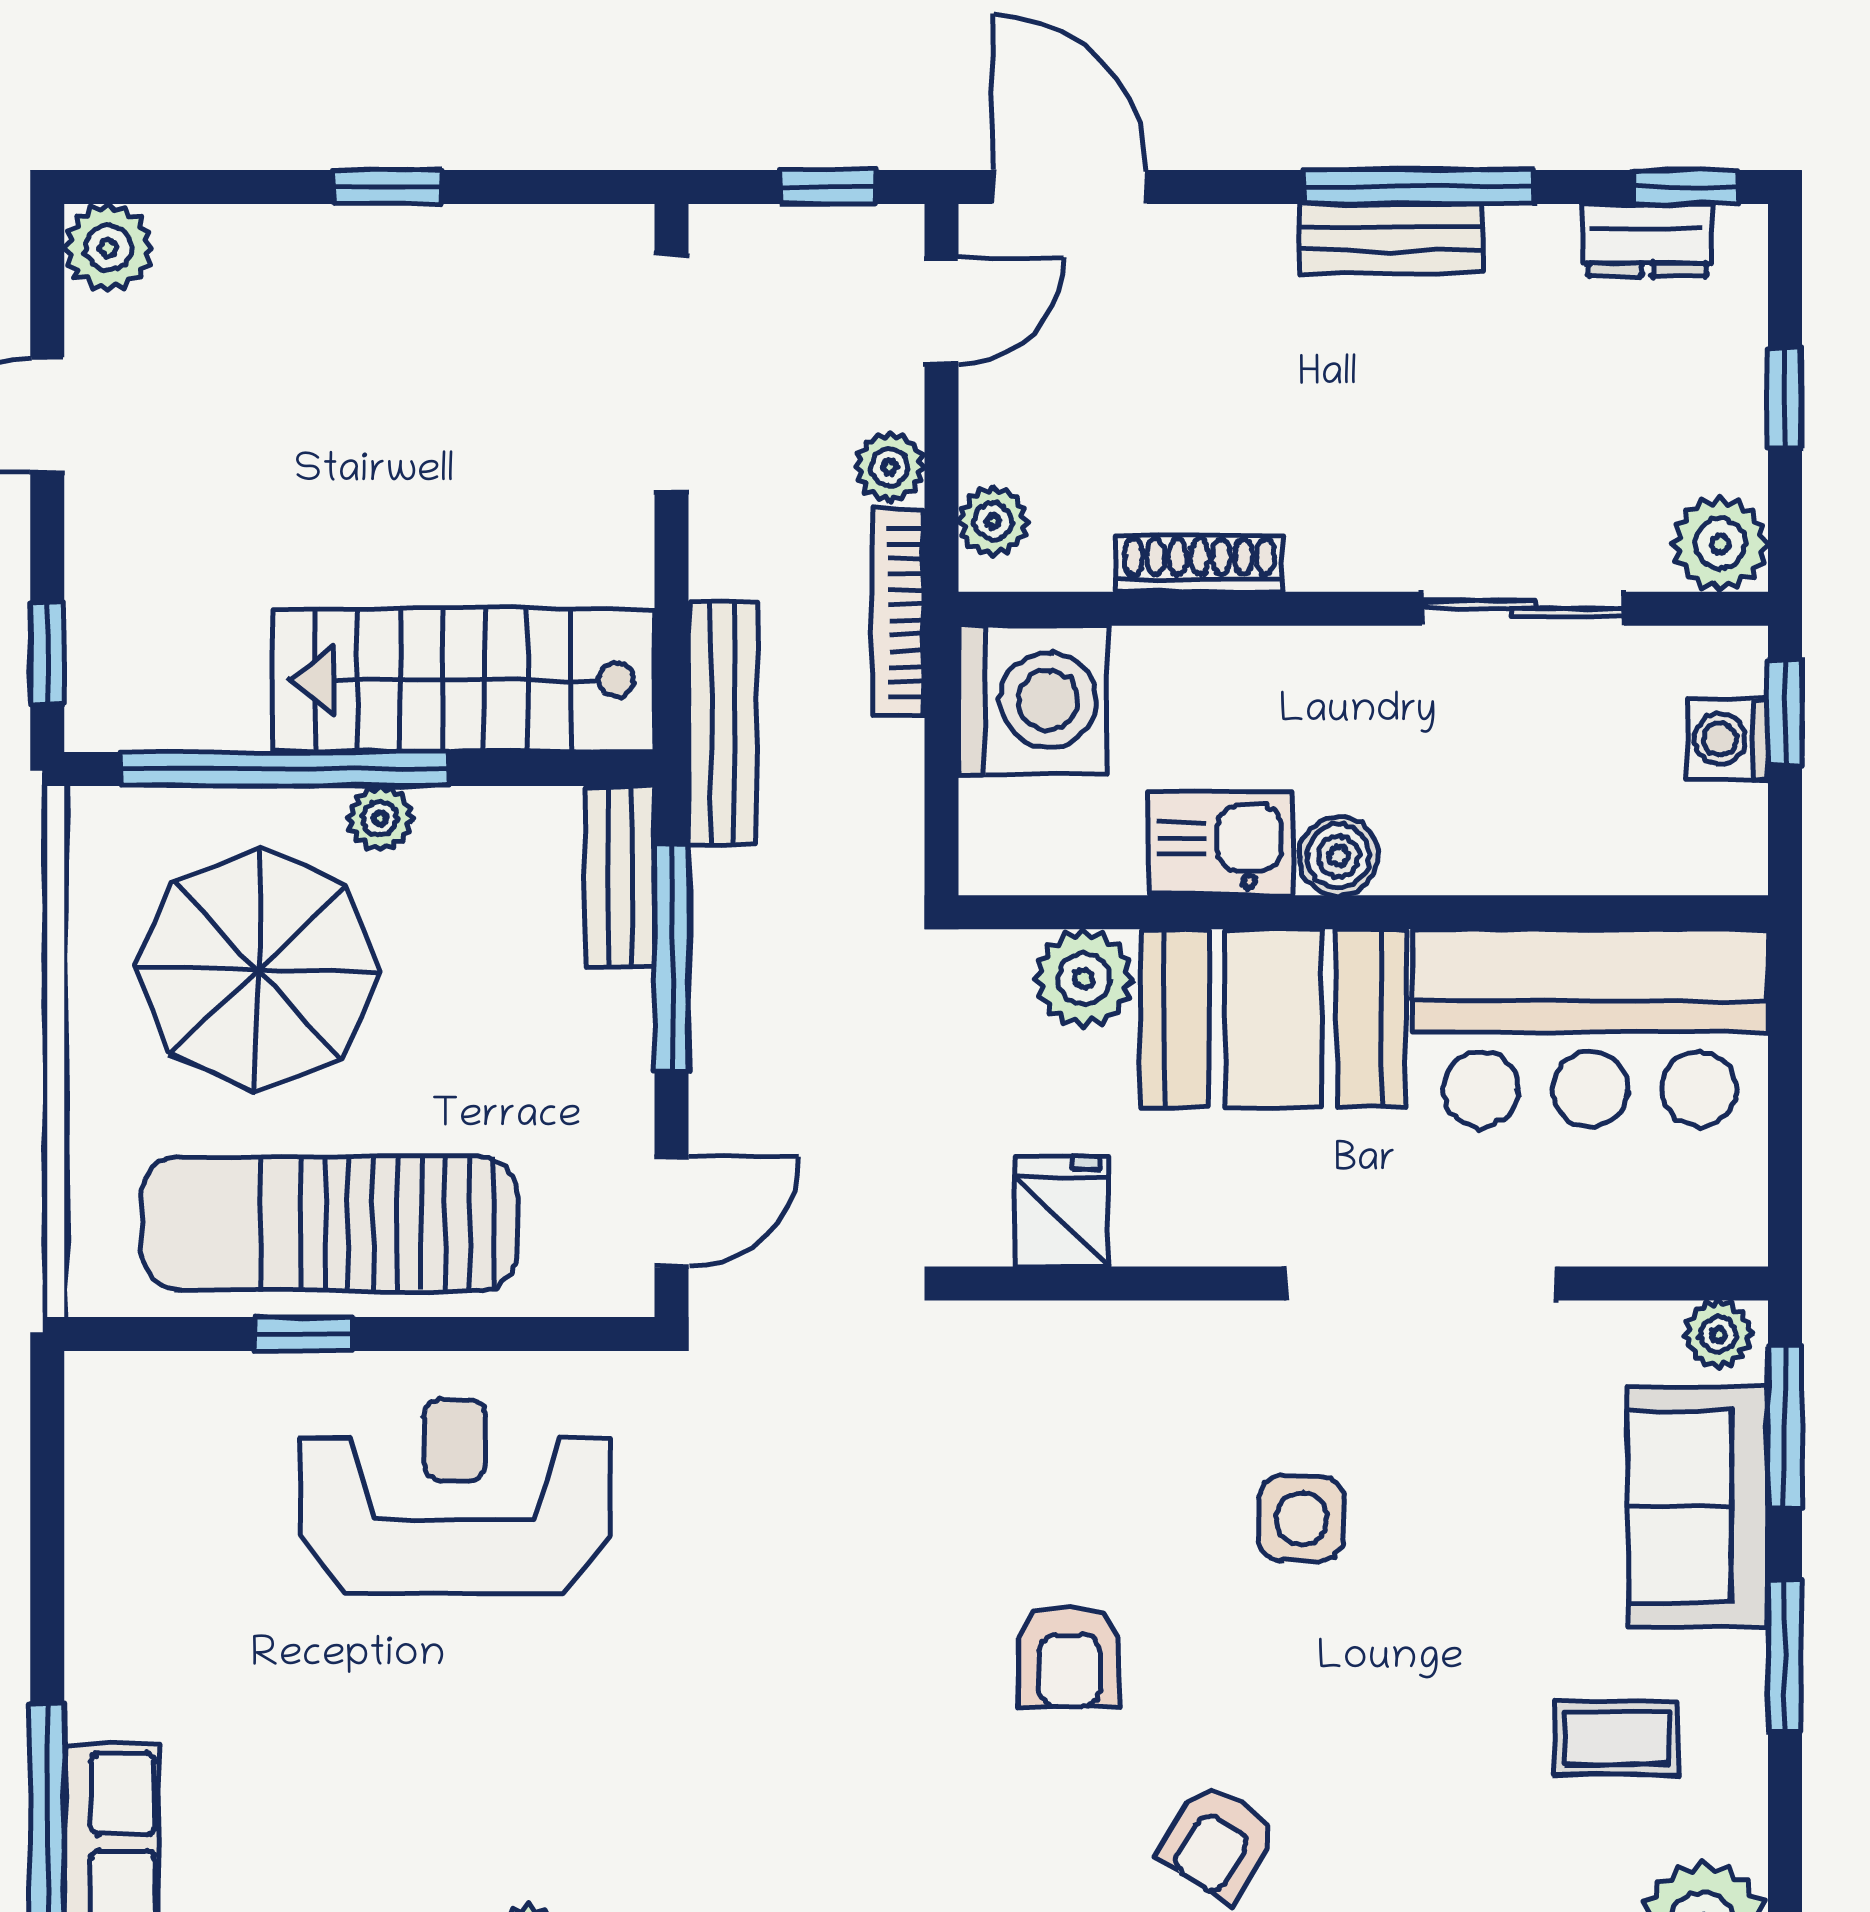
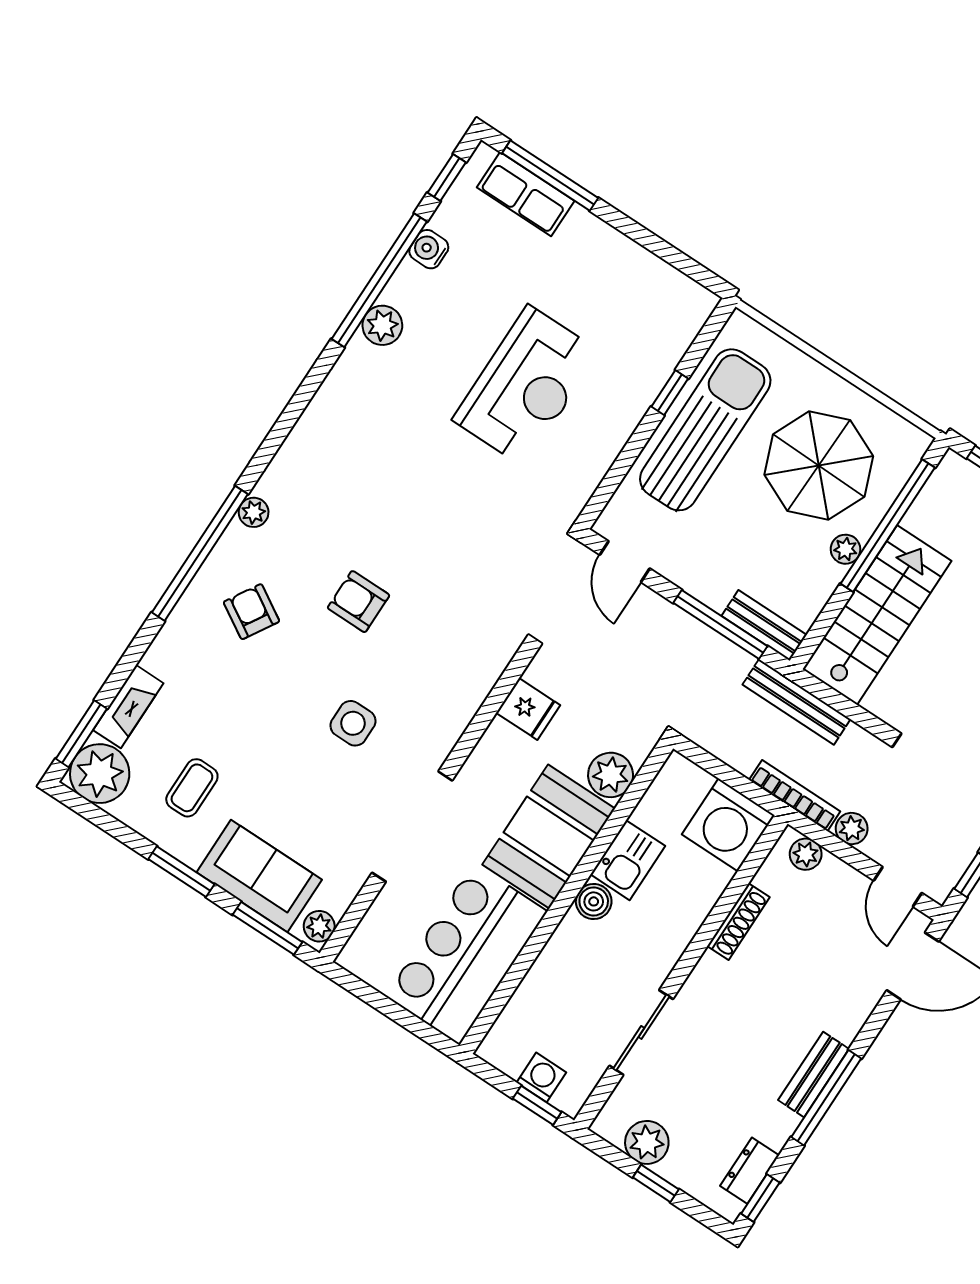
plant: (1720, 544) -> (647, 1142), moved
reception desk: (455, 1496) -> (526, 386), moved

